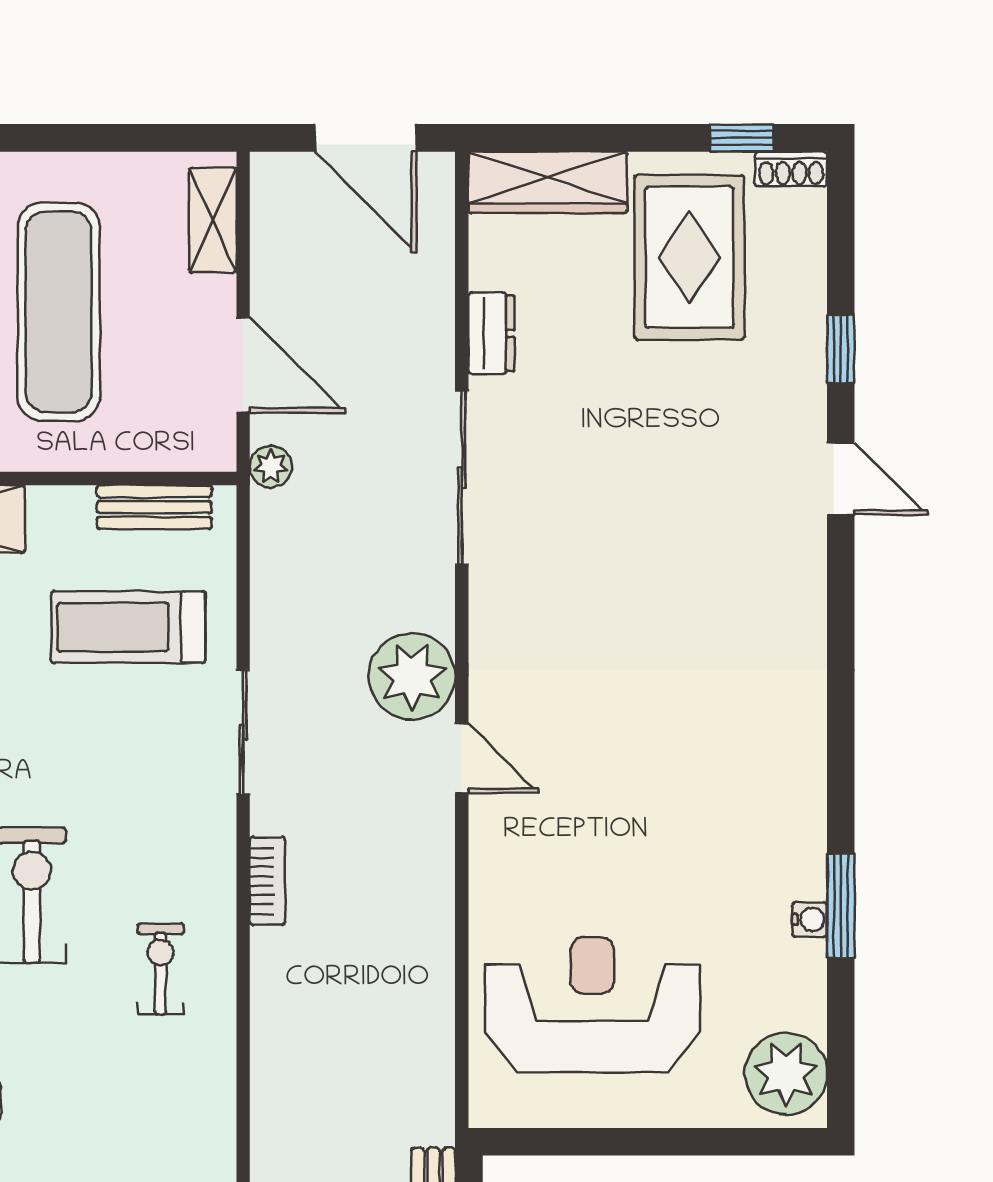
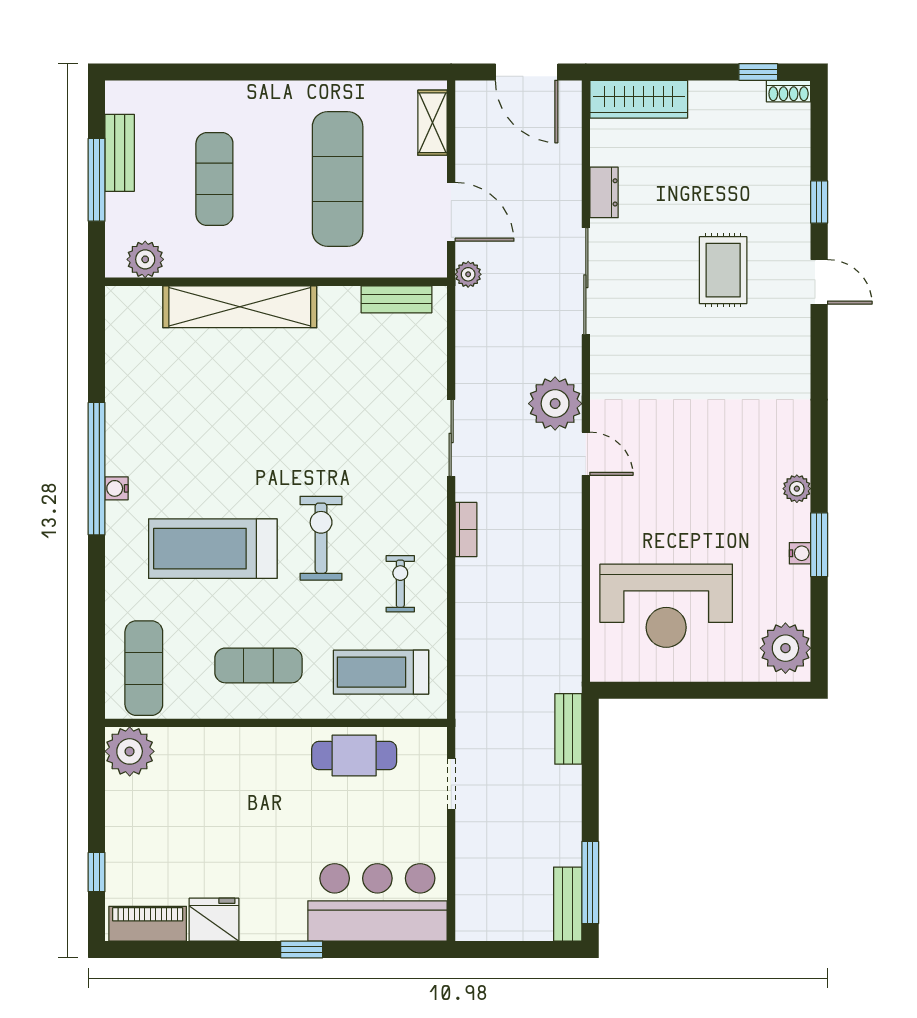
rug: (689, 257) -> (723, 270), moved, width x0.73, depth x0.70
treadmill: (128, 627) -> (381, 672), moved
plant: (804, 815) -> (797, 489), added
reception desk: (592, 1005) -> (666, 606), turned 180

